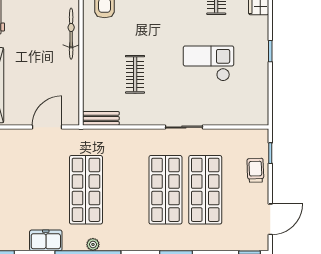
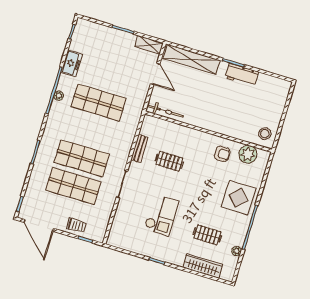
bicycle: (71, 34) -> (165, 111), moved
bench: (101, 118) -> (139, 148), moved
door: (47, 127) -> (155, 74), moved
door: (270, 219) -> (39, 225), width x1.36

